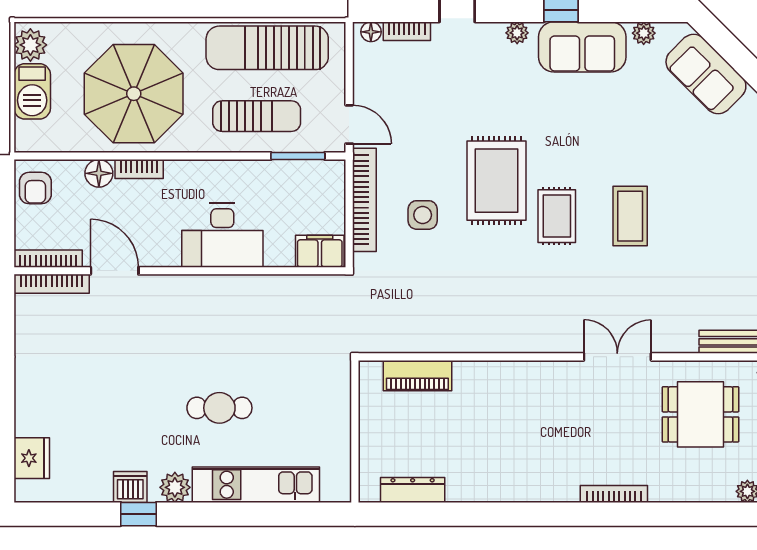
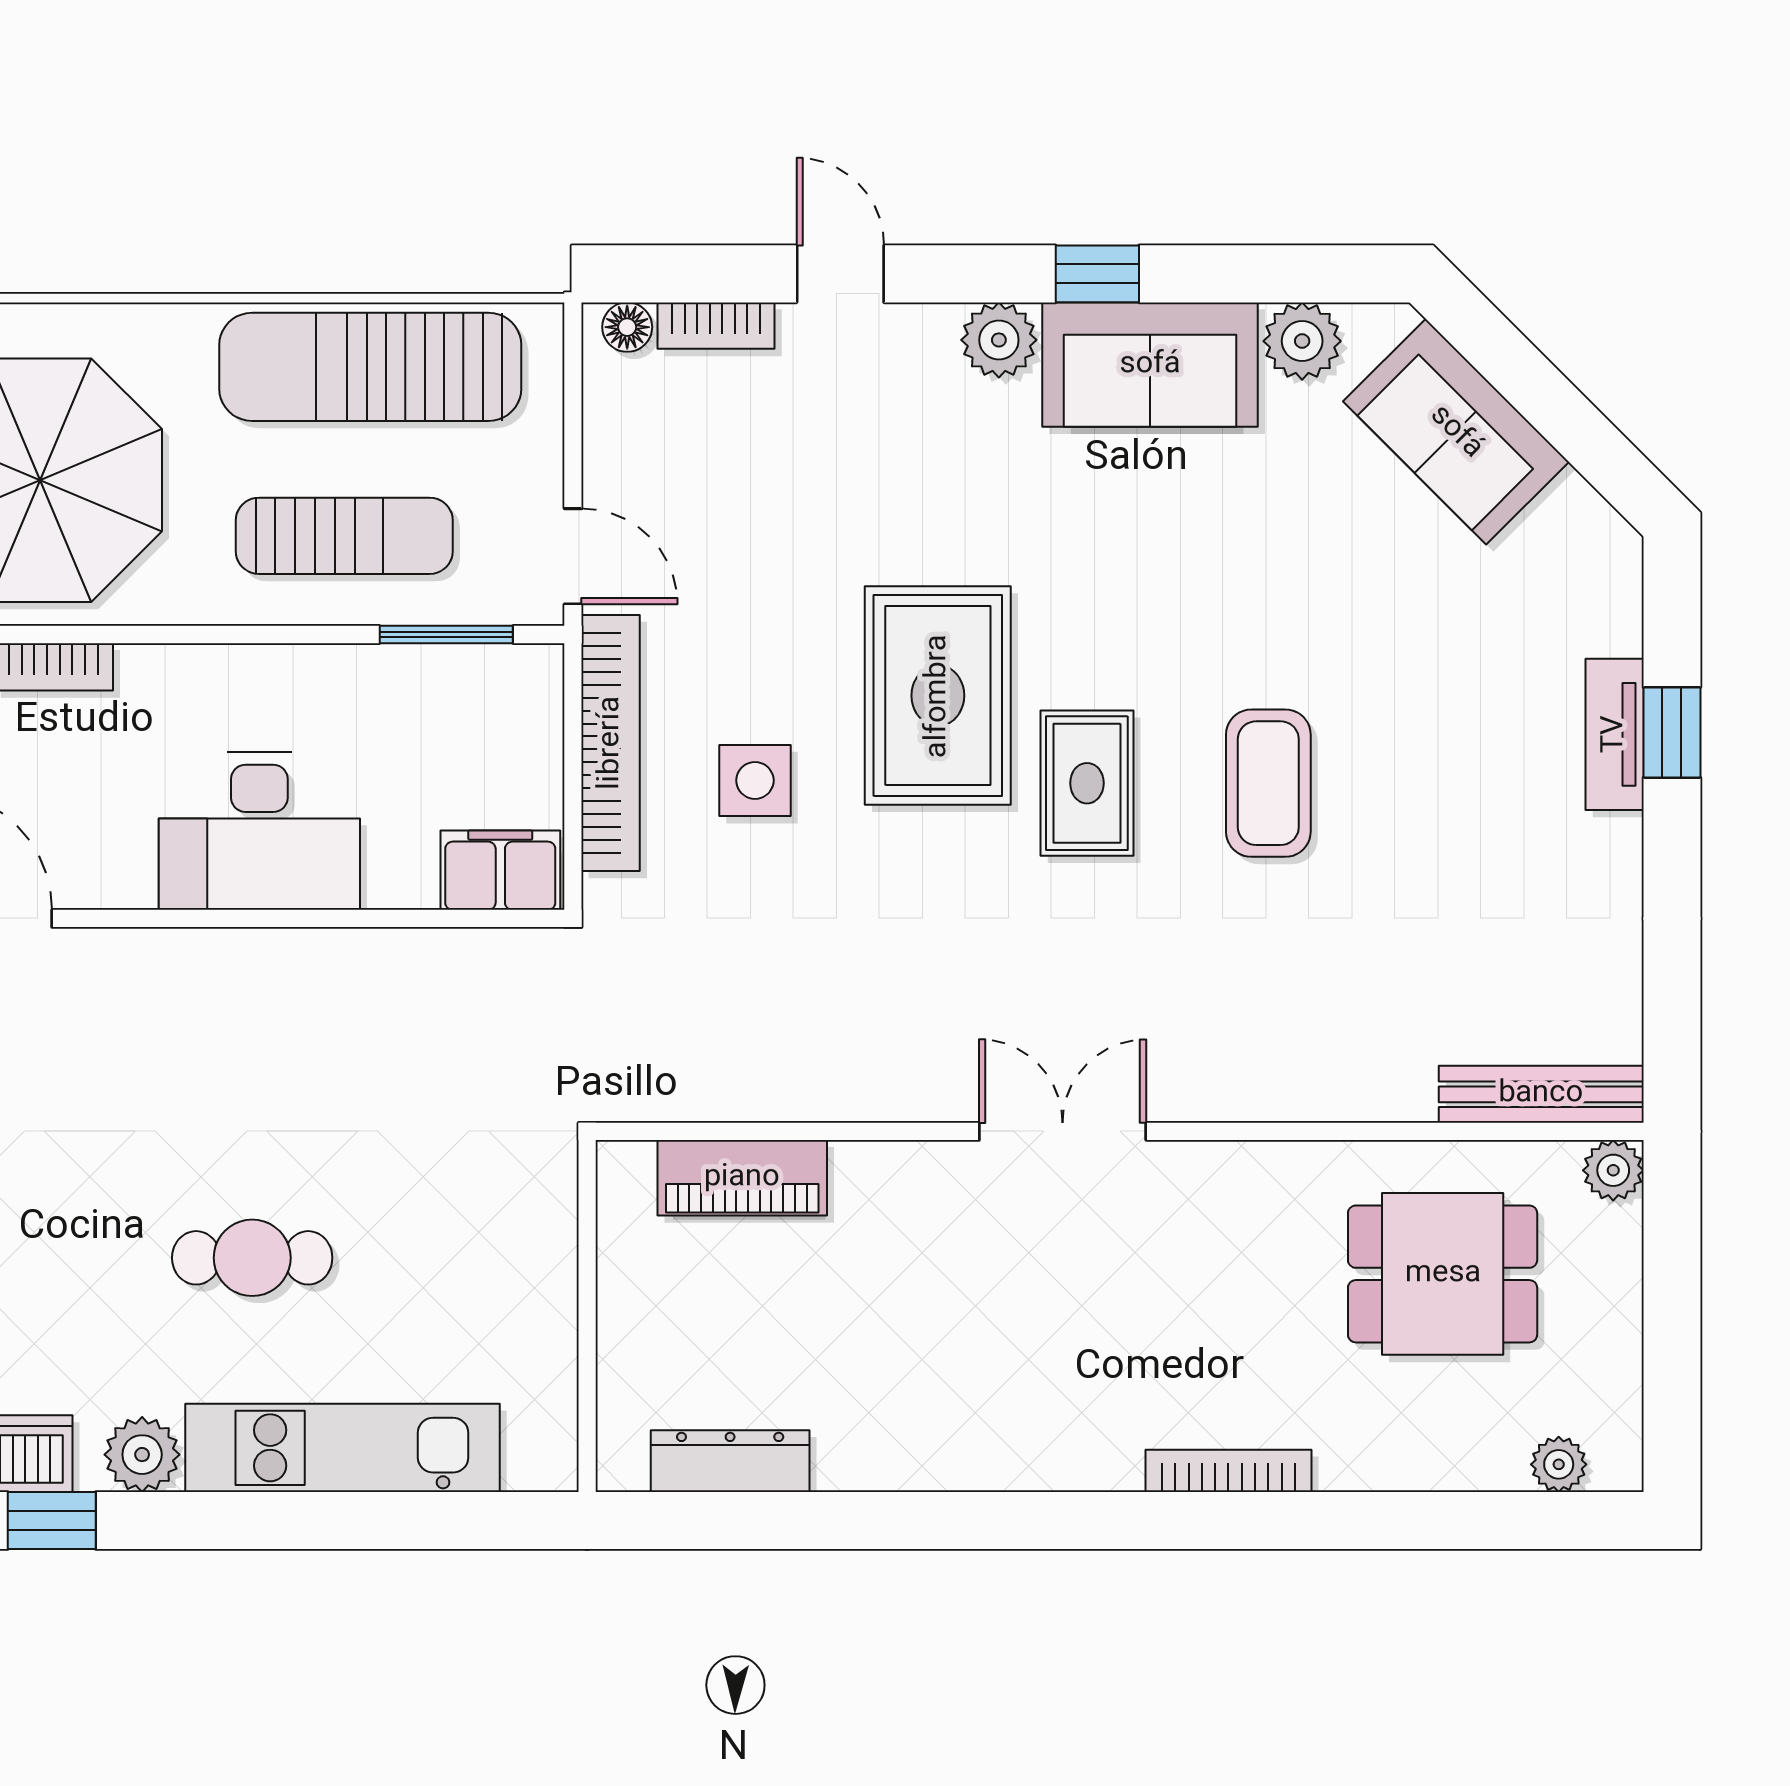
plant: (517, 33) -> (999, 340), width x1.38, depth x1.38
plant: (644, 33) -> (1302, 341), width x1.38, depth x1.38
double door: (617, 357) -> (1063, 1131), moved

